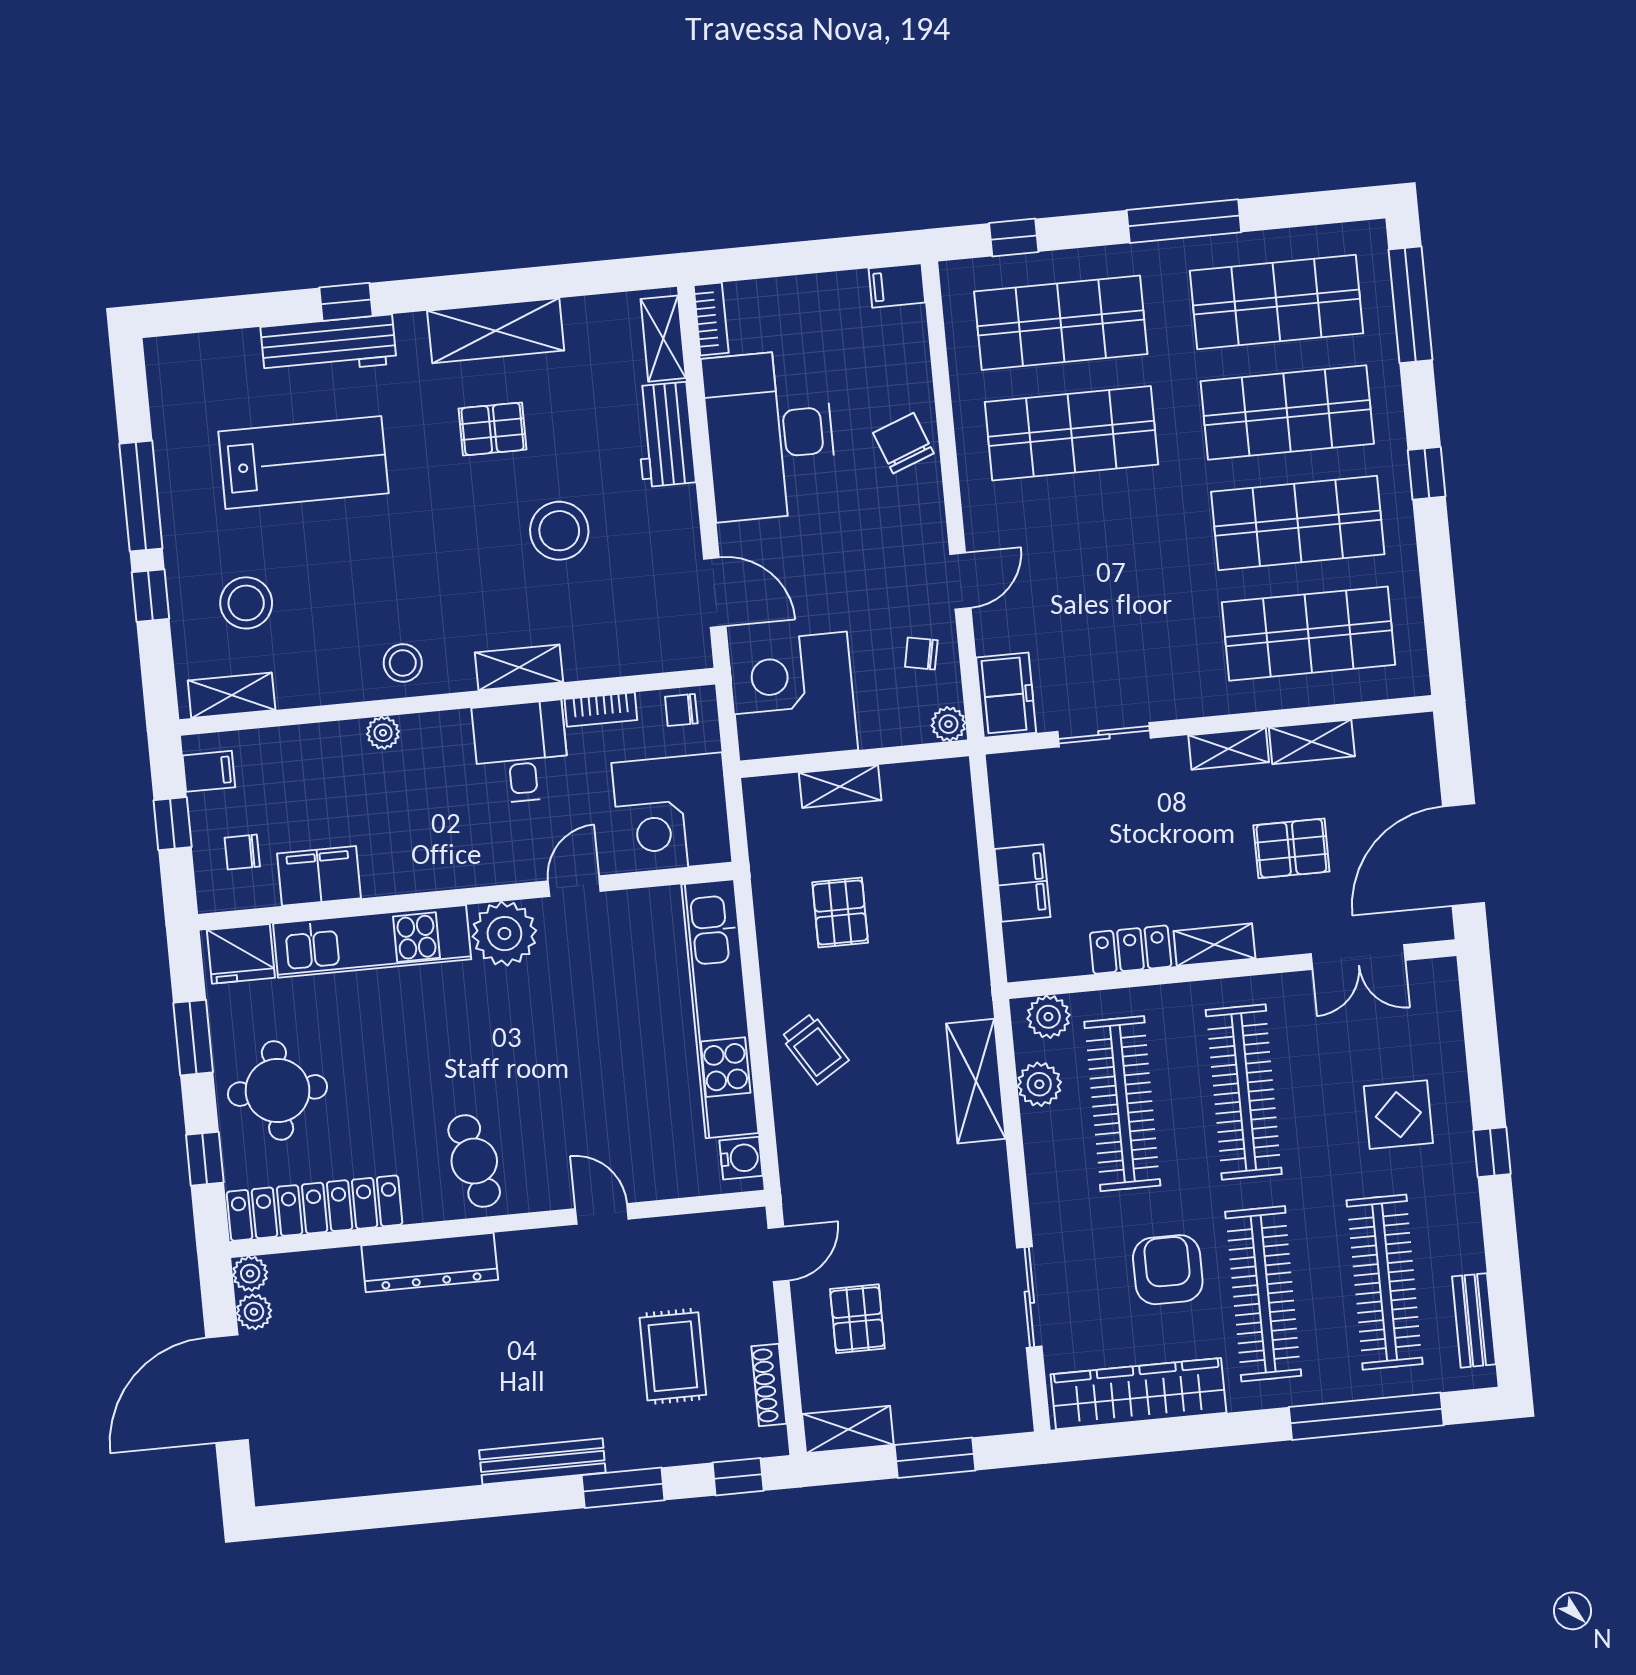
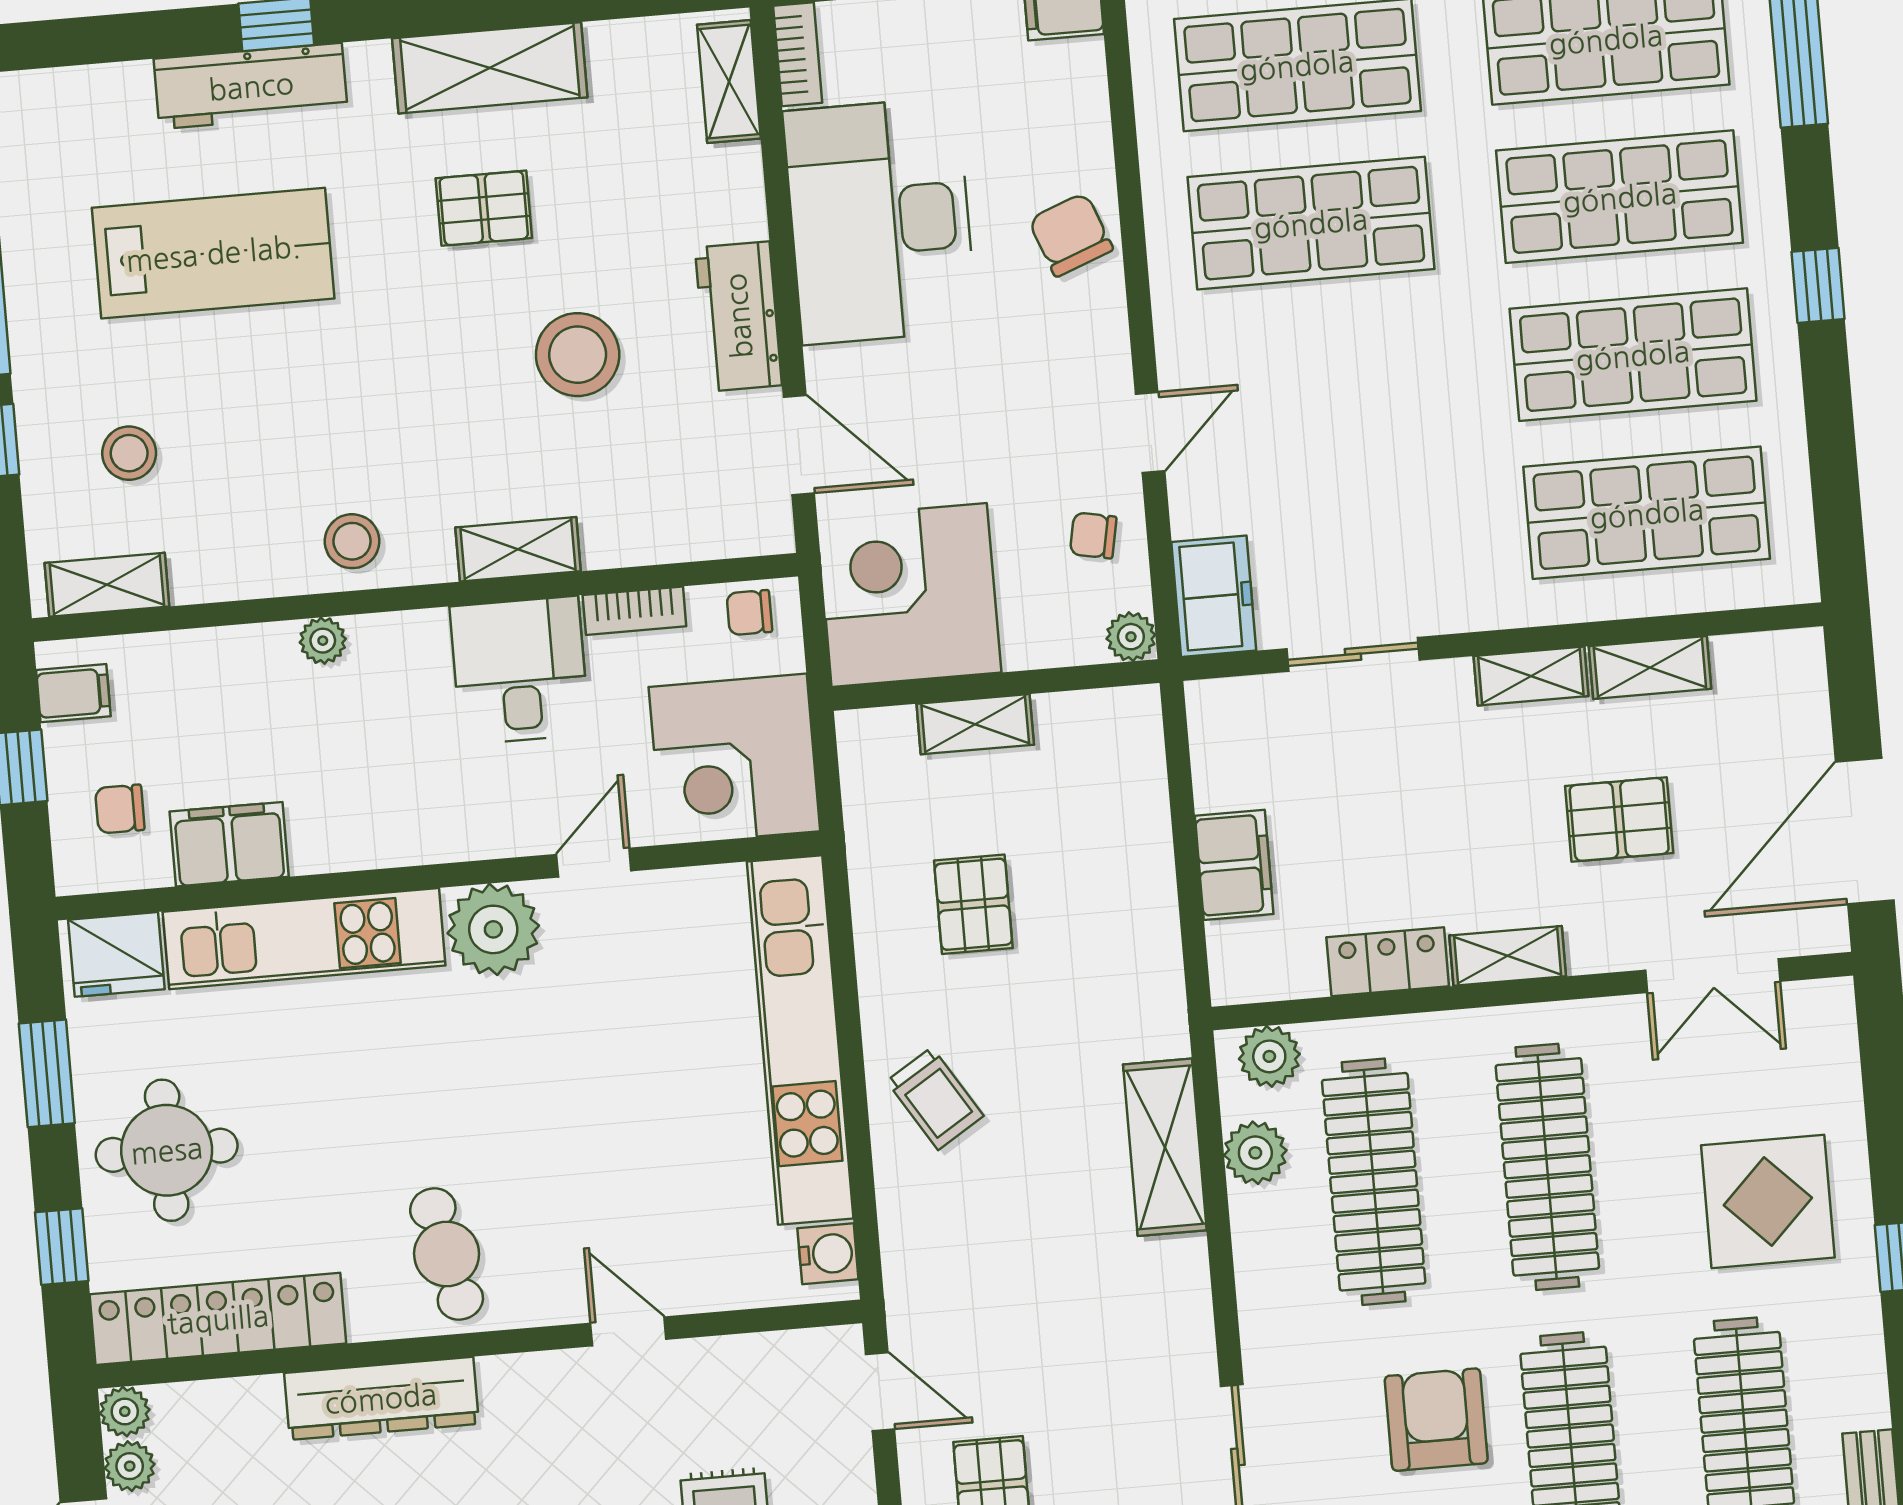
workbench: (665, 434) -> (738, 316), moved
stool: (246, 603) -> (129, 453), width x0.73, depth x0.73
display table: (1398, 1115) -> (1768, 1201), width x1.36, depth x1.36
door: (778, 1254) -> (880, 1392), hinge flipped

